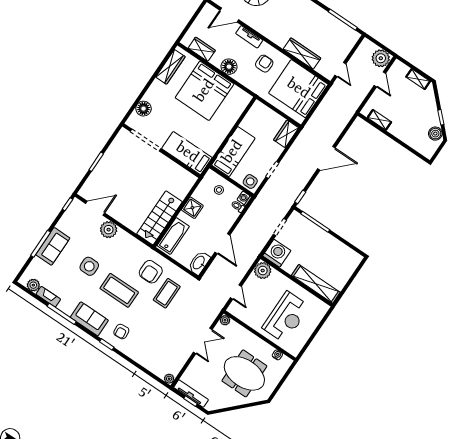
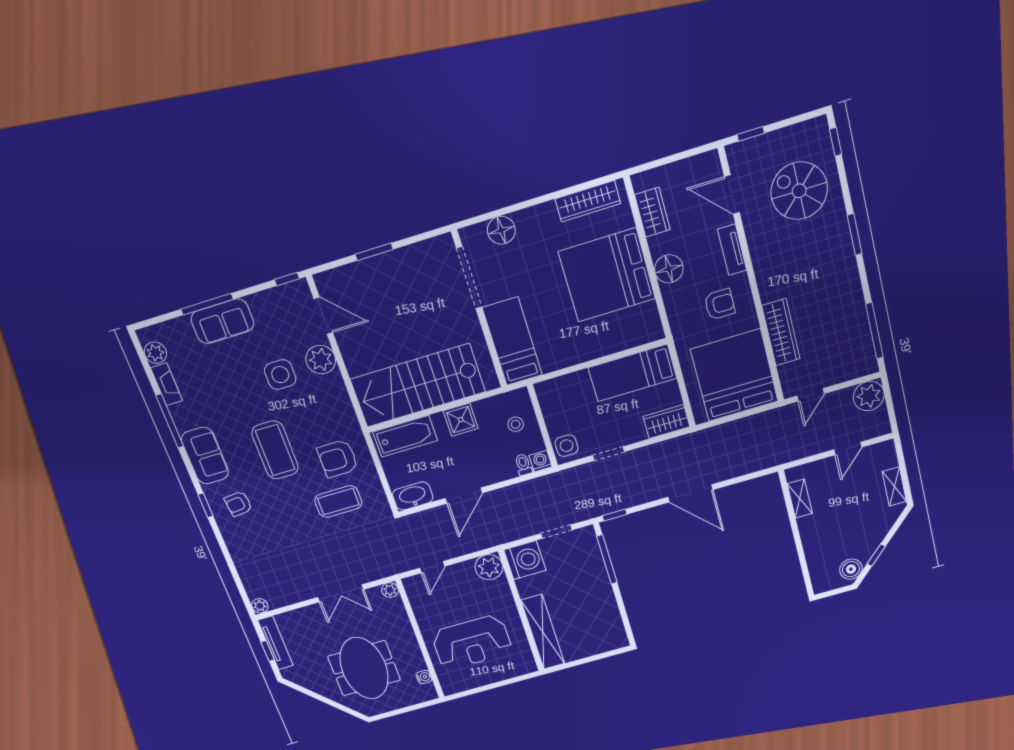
plant: (381, 58) -> (869, 396), moved
bed: (233, 152) -> (632, 373), moved, turned 180
stairs: (159, 218) -> (418, 385), width x1.36, depth x1.51
side table: (89, 266) -> (280, 375), moved

